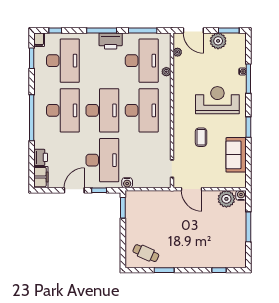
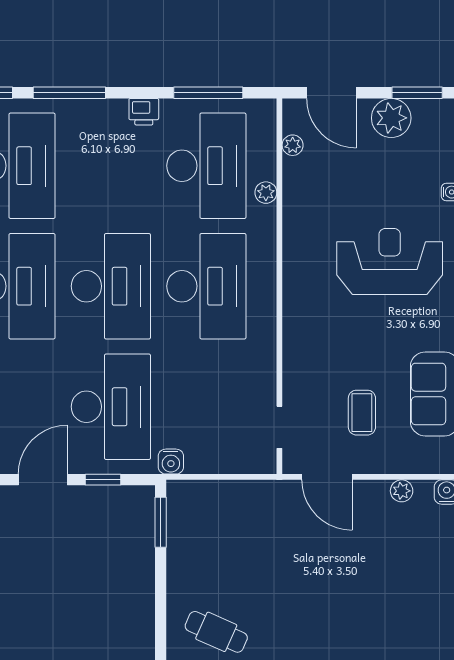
window: (102, 30) -> (69, 93), moved
printer: (111, 41) -> (144, 112), width x0.53, depth x0.68
coffee table: (201, 137) -> (362, 413), moved
plant: (226, 199) -> (402, 491), width x0.53, depth x0.53

